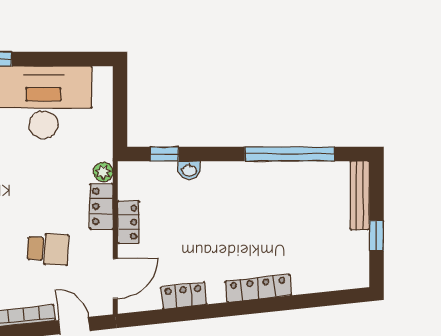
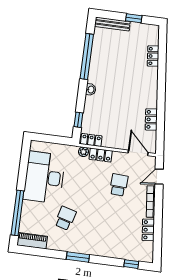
washbasin: (189, 170) -> (91, 90), moved
locker: (128, 222) -> (91, 140), moved
locker: (258, 288) -> (153, 56), moved, width x0.66

